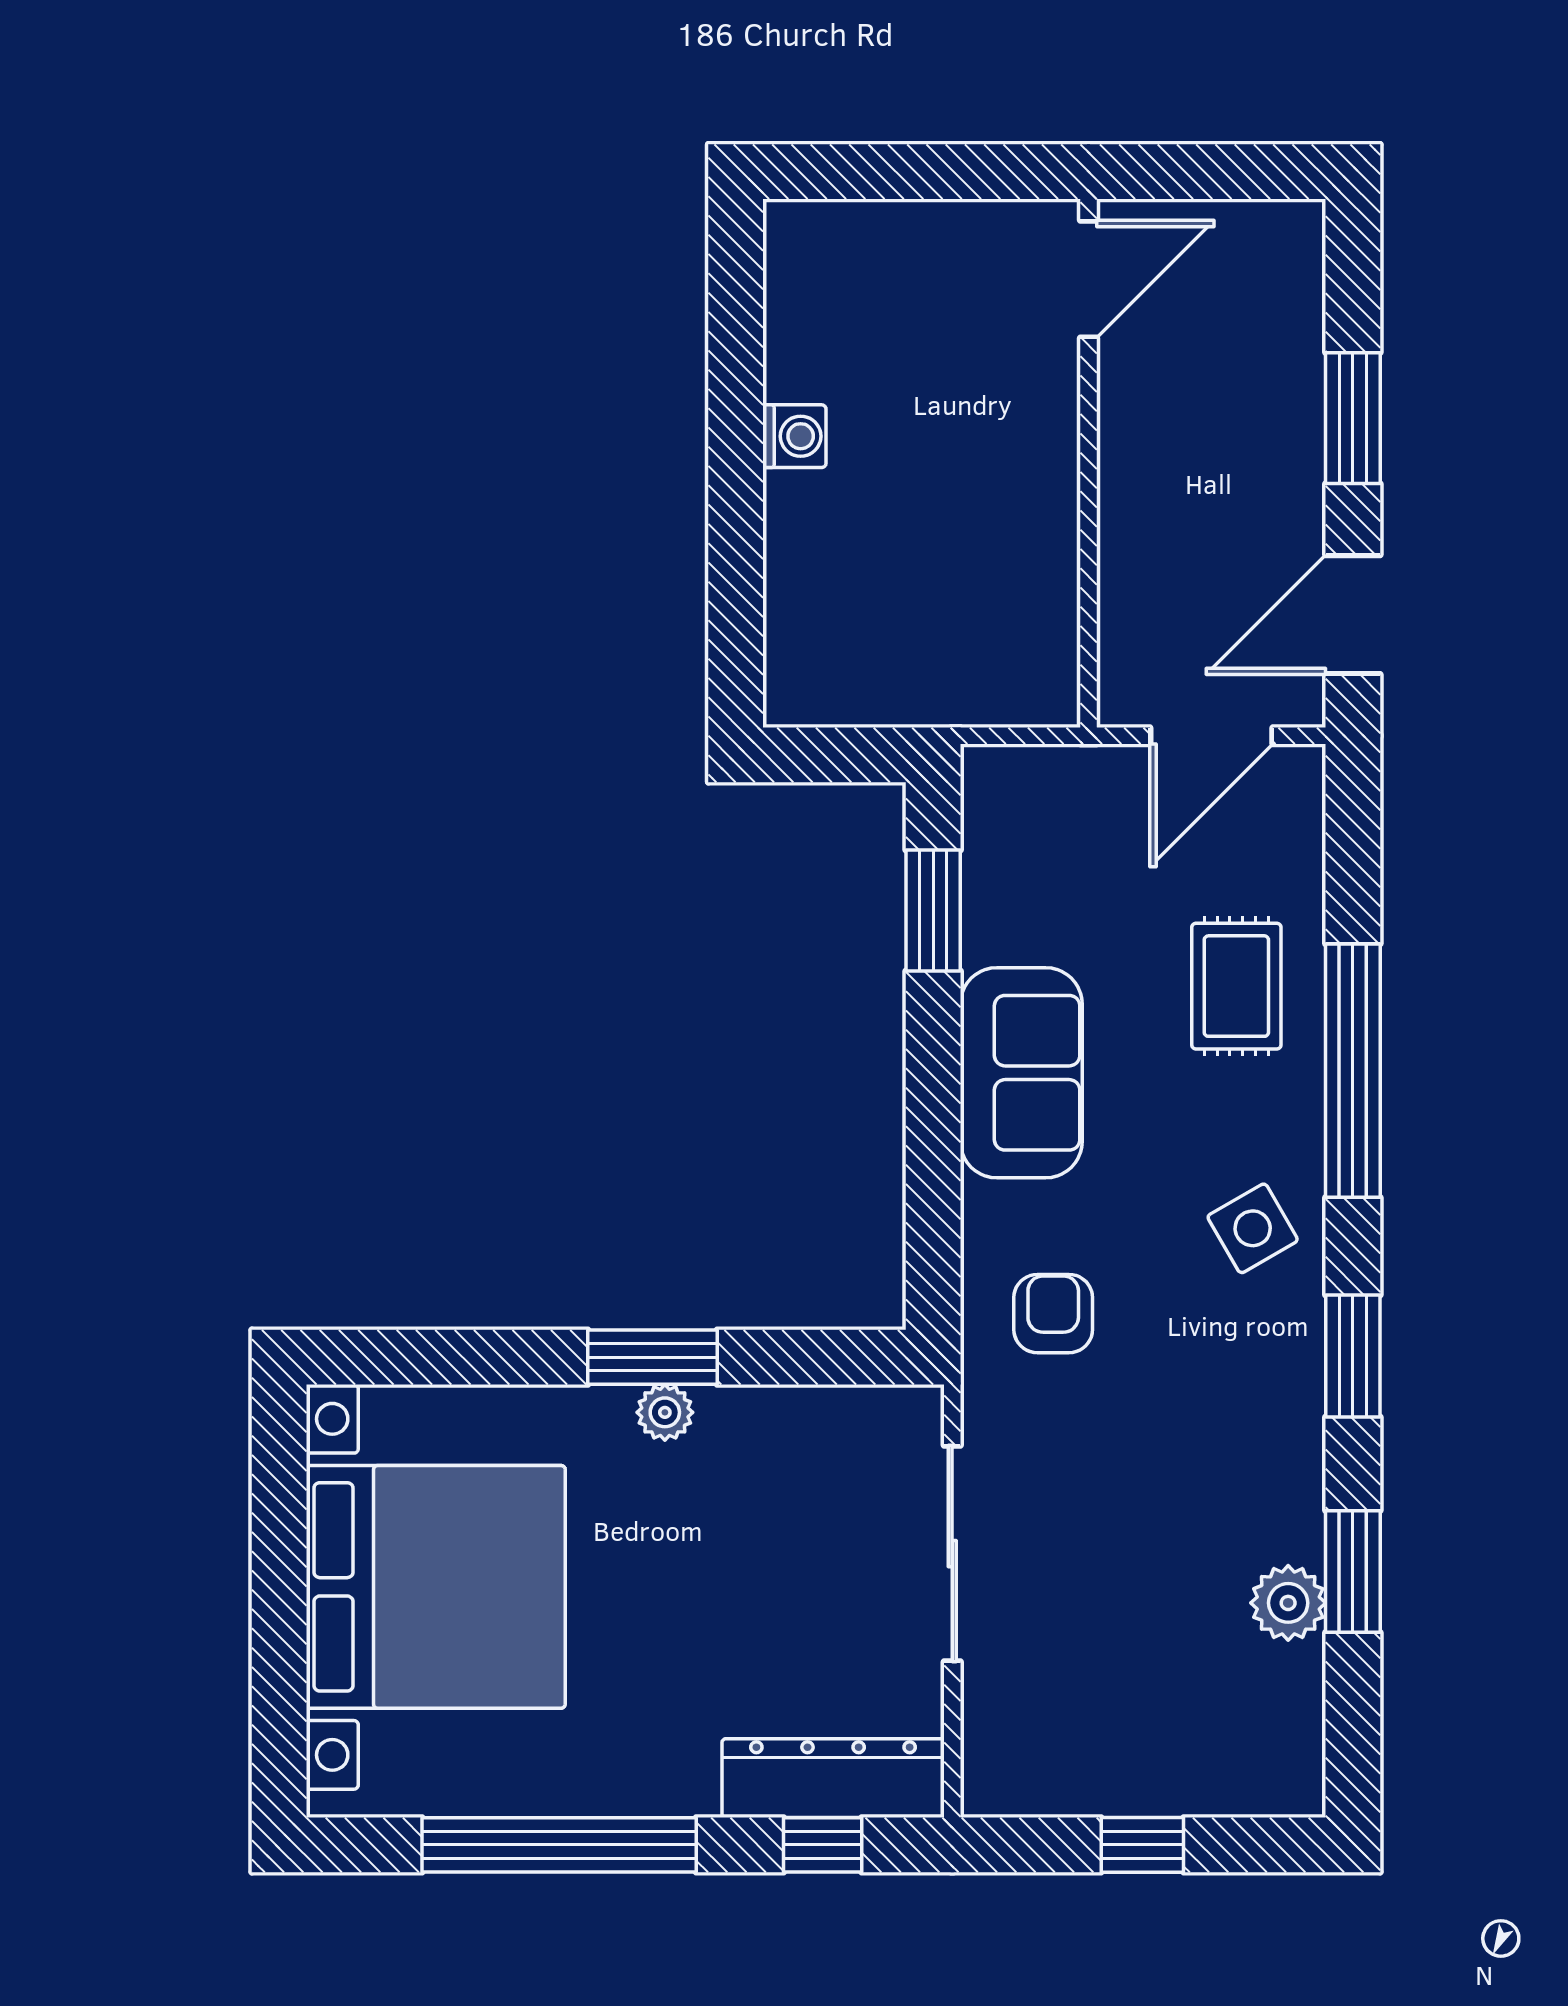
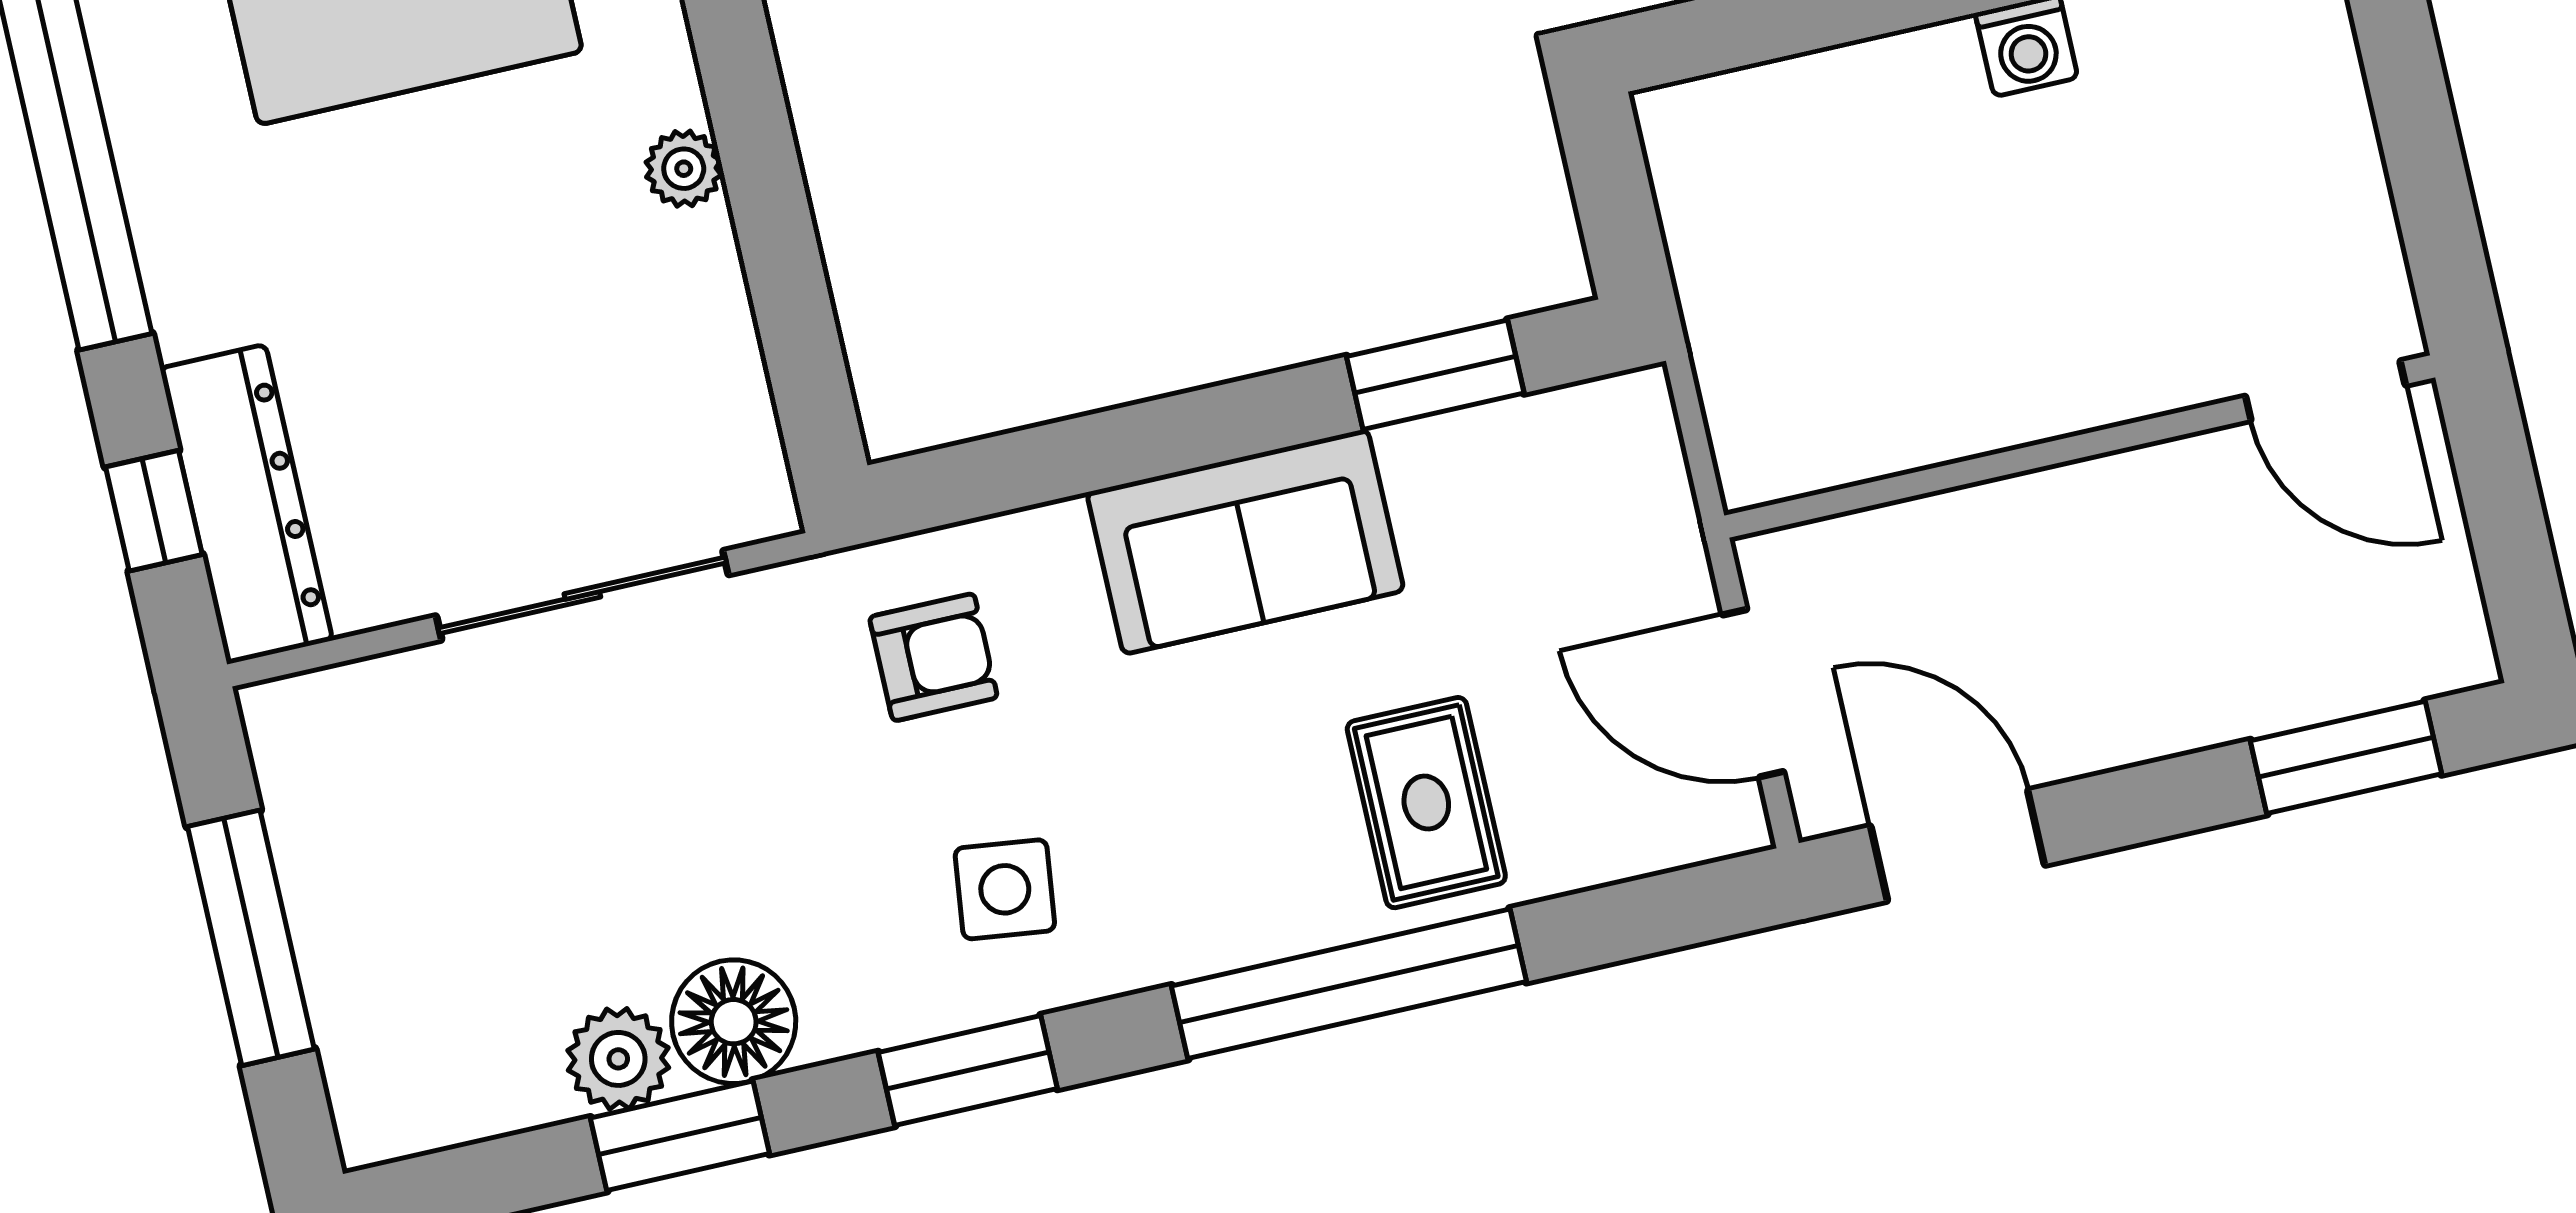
window: (1353, 418) -> (2346, 757), moved
rug: (1236, 986) -> (1426, 803), turned 90
side table: (1253, 1228) -> (1005, 889), moved, turned 37
window: (652, 1357) -> (754, 135), removed
floor lamp: (1280, 1515) -> (734, 1022), added
window: (1142, 1845) -> (251, 938), width x2.17

